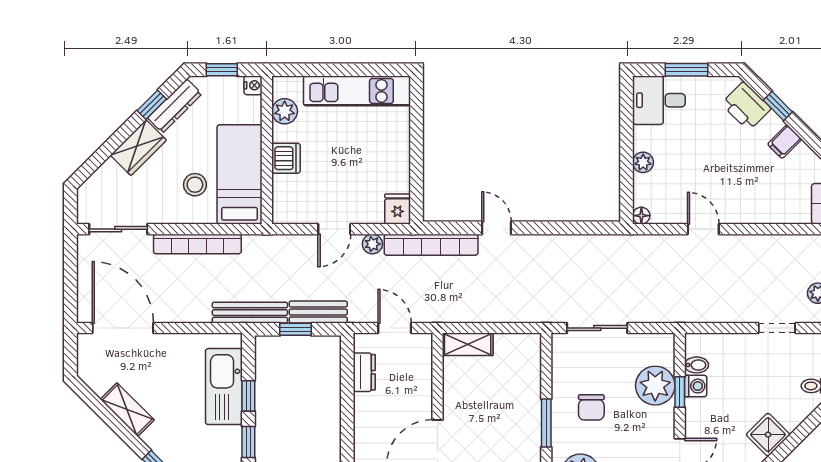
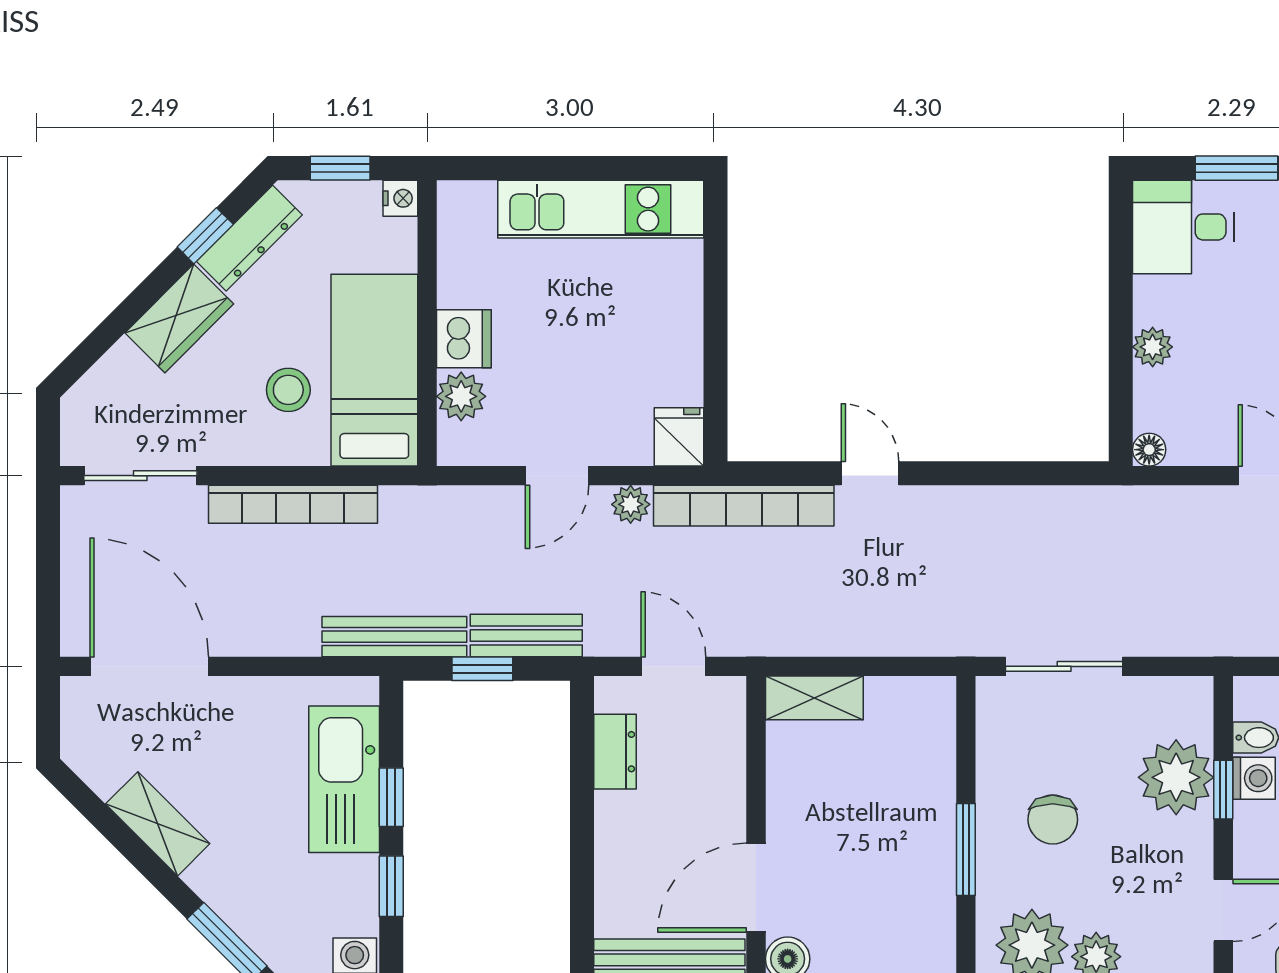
plant: (285, 111) -> (461, 396), moved

